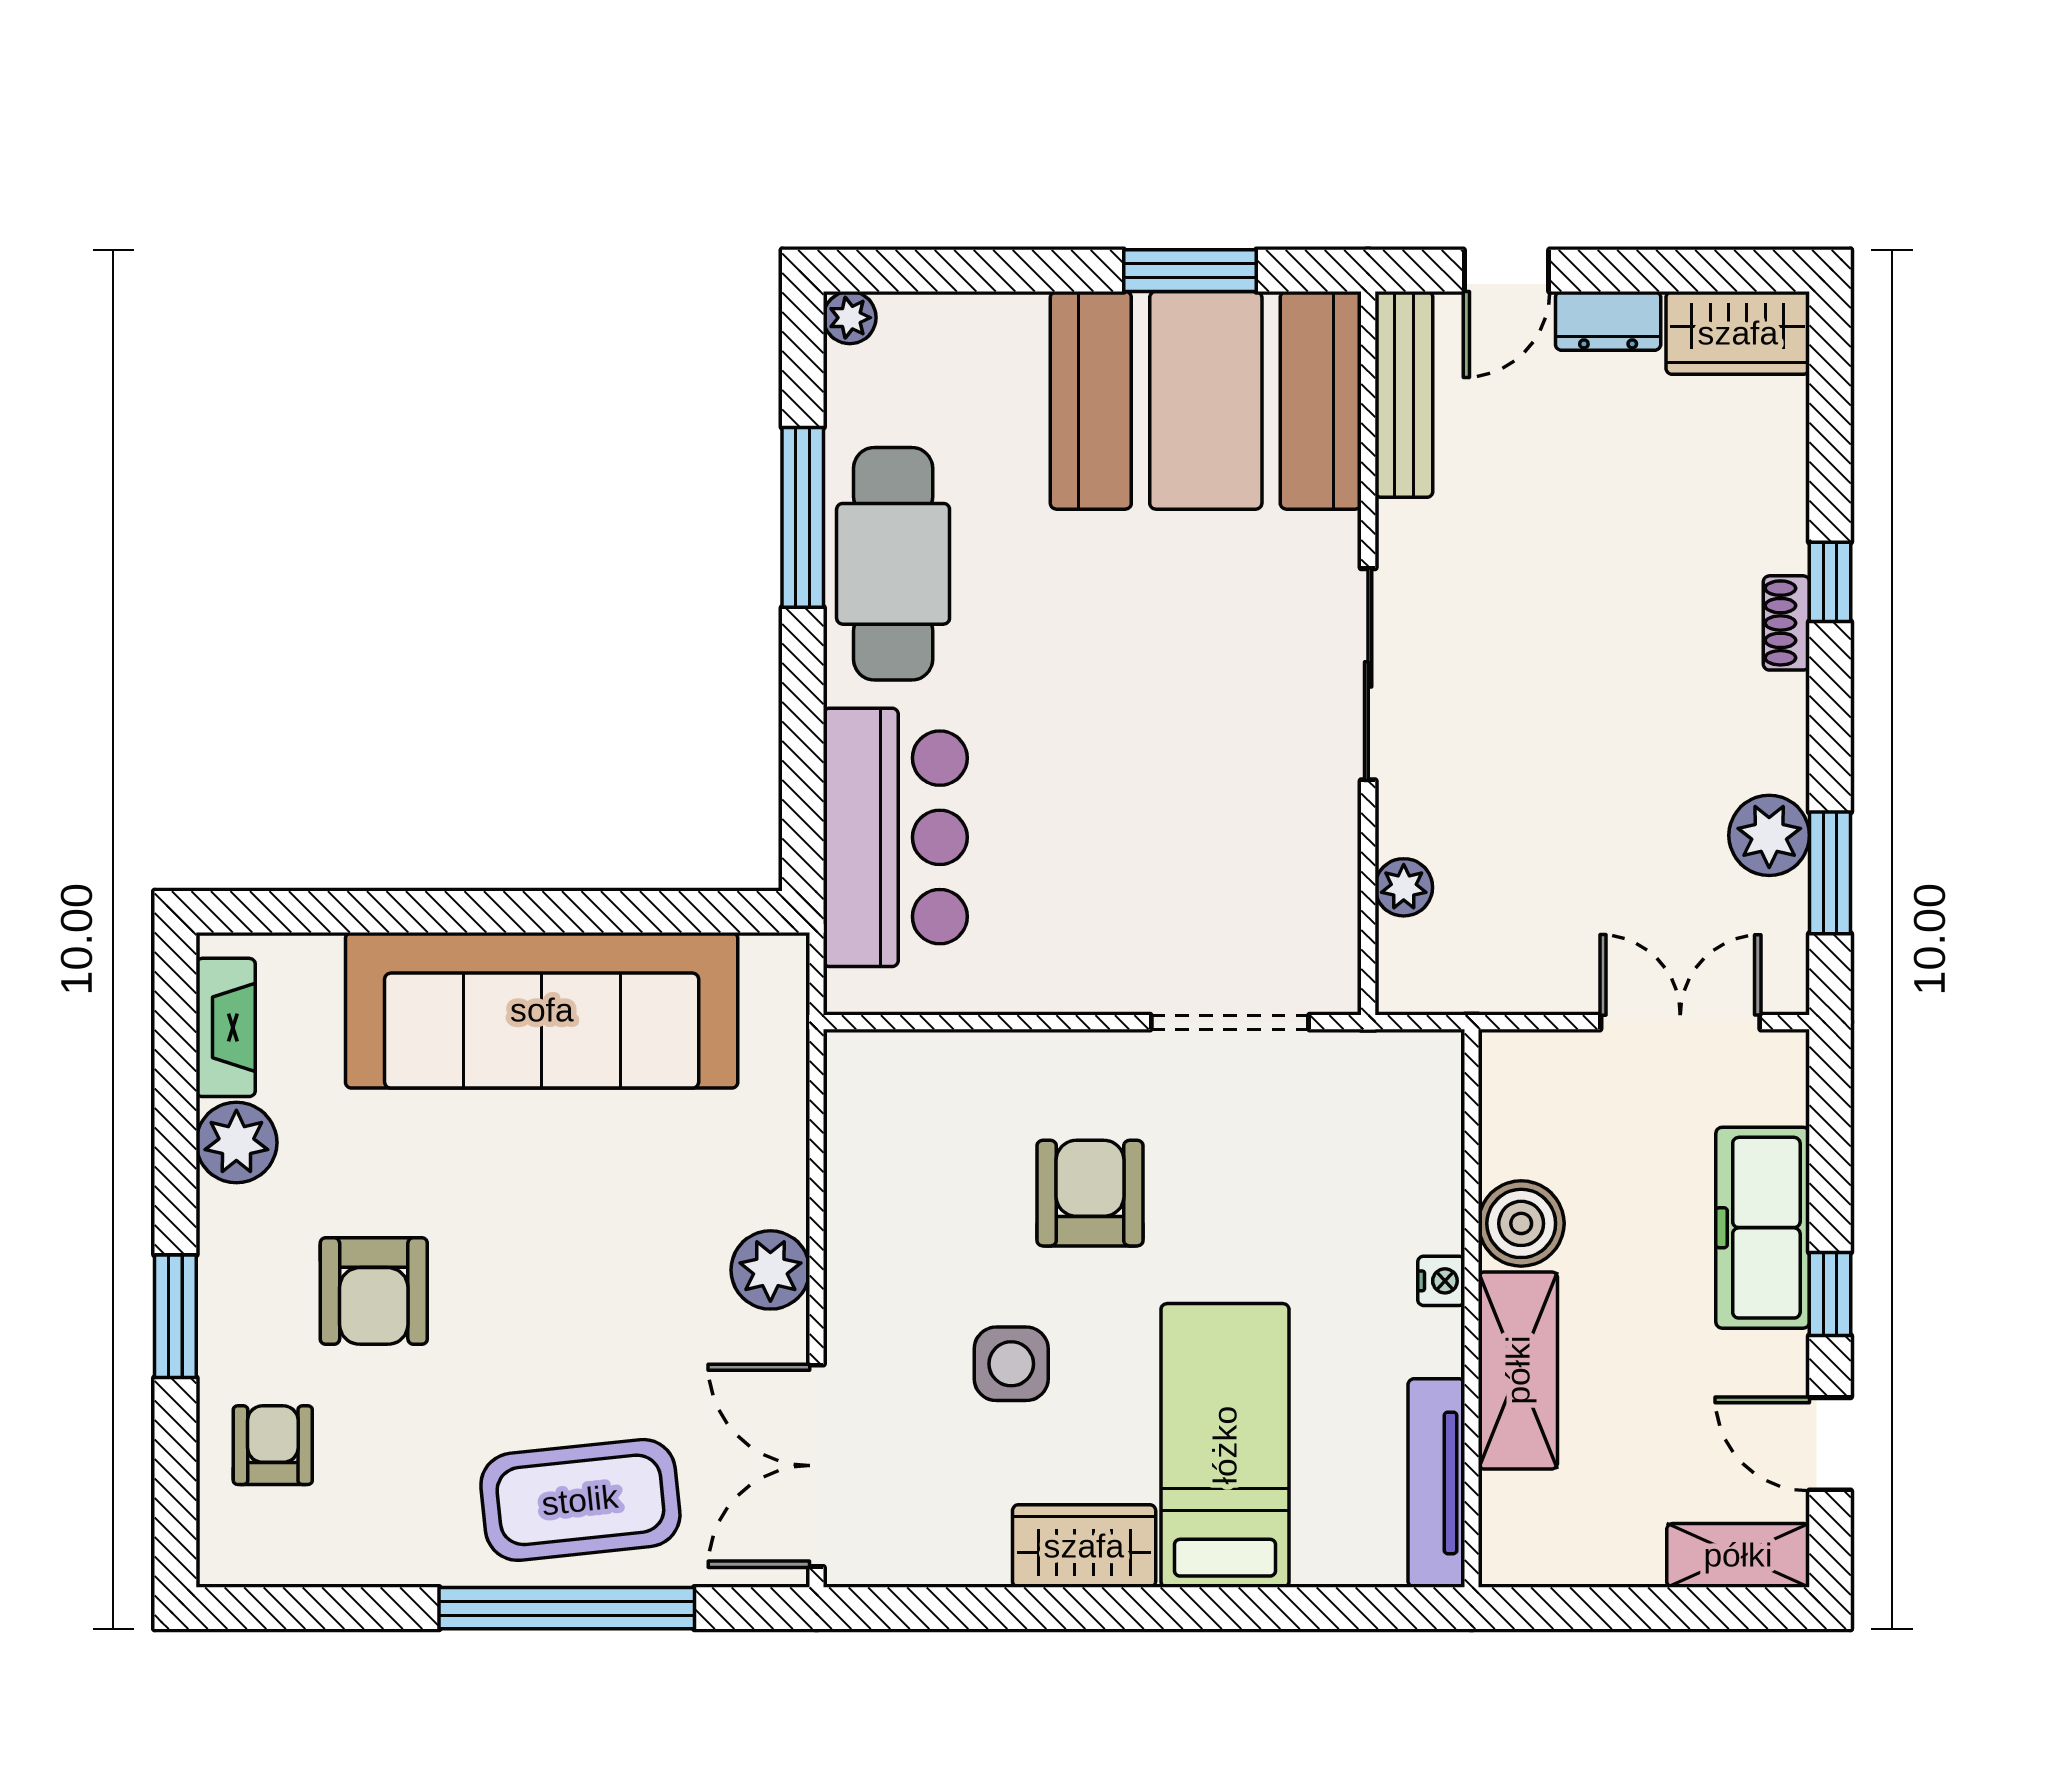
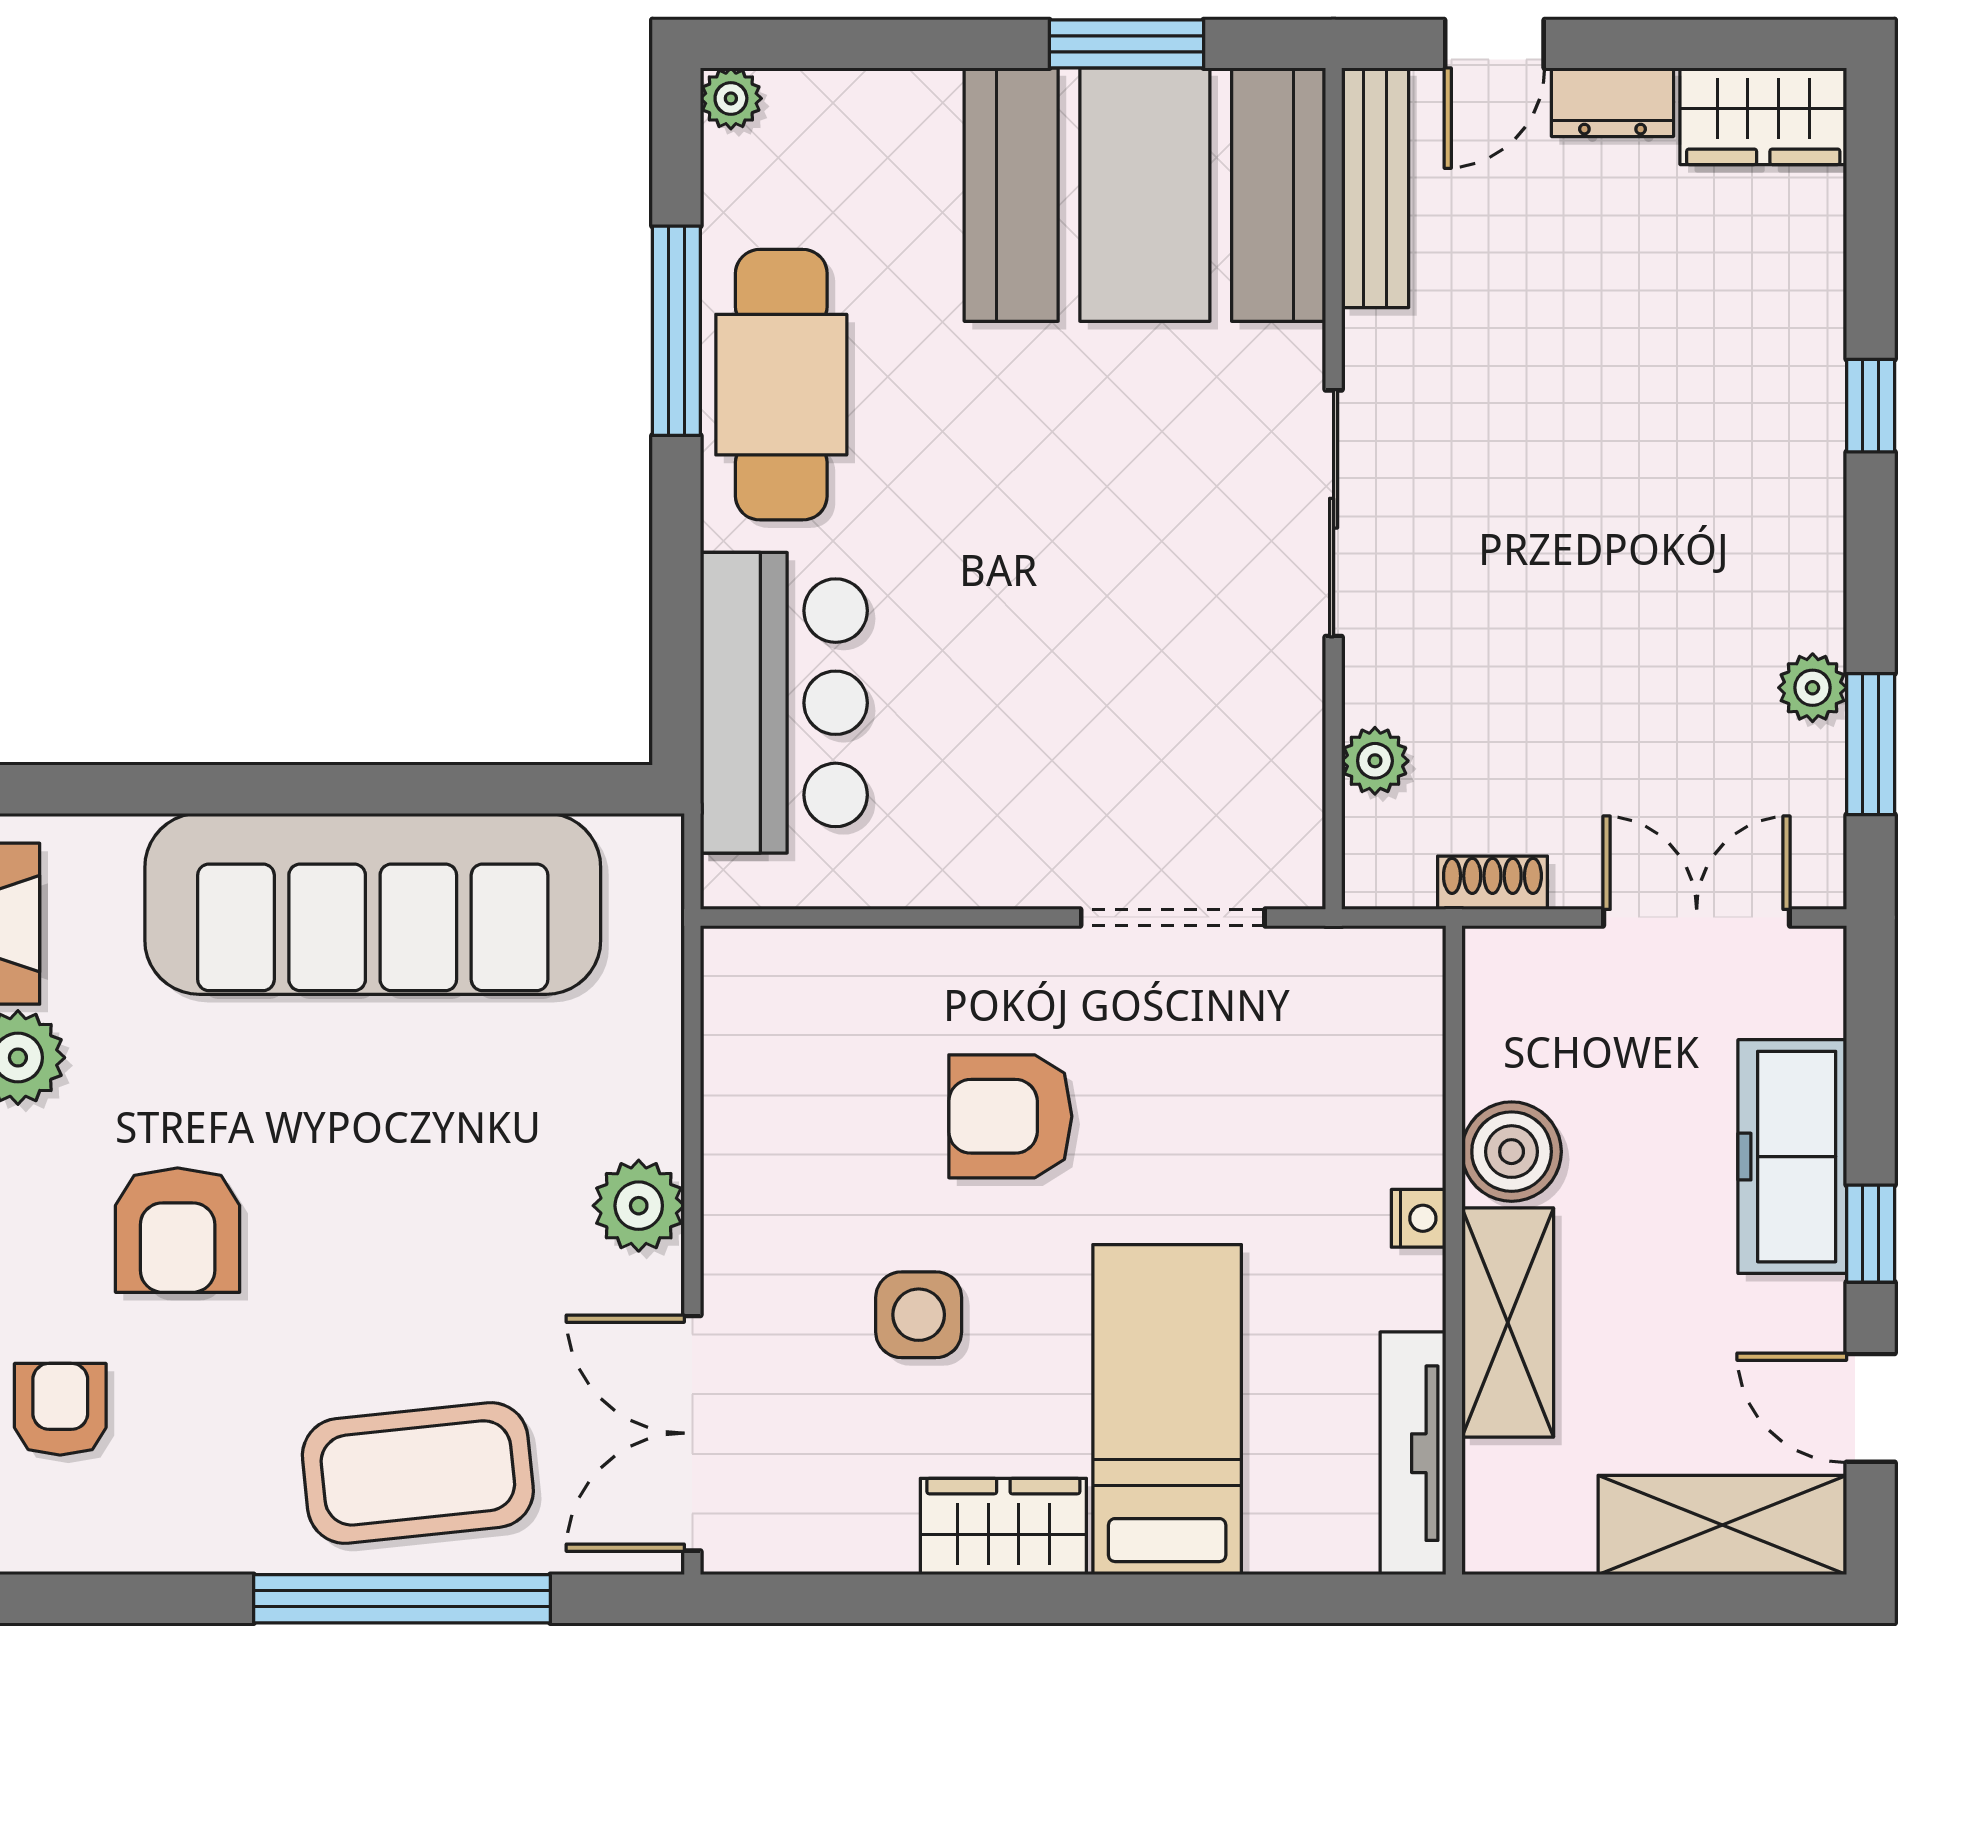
shoe rack: (1786, 623) -> (1492, 883), moved, turned 90
plant: (1769, 835) -> (1813, 688), width x0.73, depth x0.73
armchair: (1090, 1193) -> (1010, 1116), turned -90
shelving: (1738, 1555) -> (1722, 1525), width x1.50, depth x1.33

